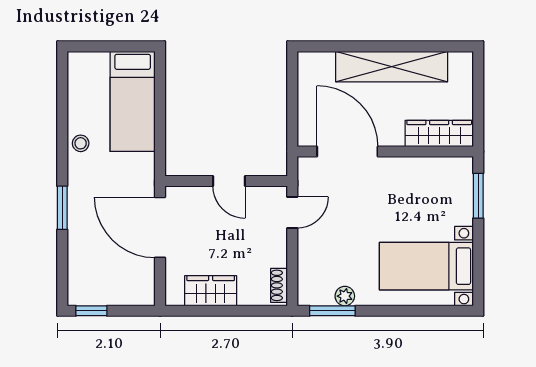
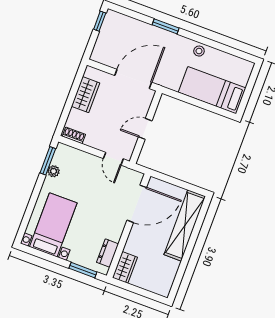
shelving: (392, 67) -> (185, 225), moved
wardrobe: (439, 133) -> (125, 267), width x0.67
dresser: (439, 168) -> (108, 253), added

